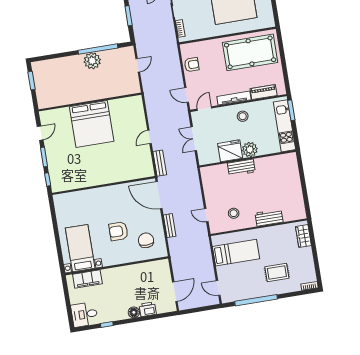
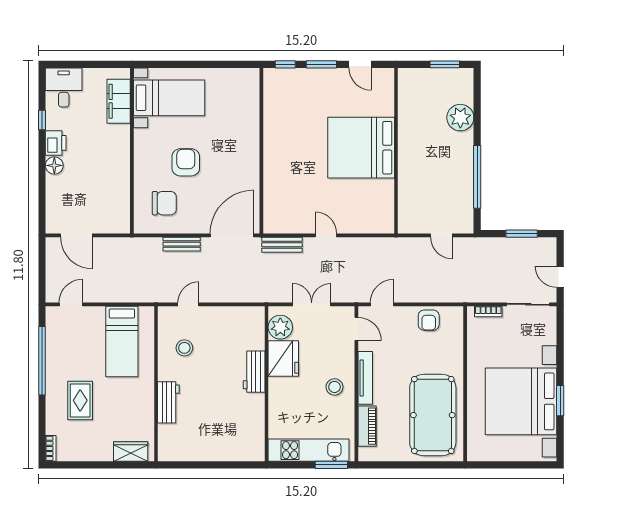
plant: (92, 61) -> (460, 118), moved
plant: (250, 150) -> (280, 327), moved
printer: (148, 309) -> (56, 143), moved

